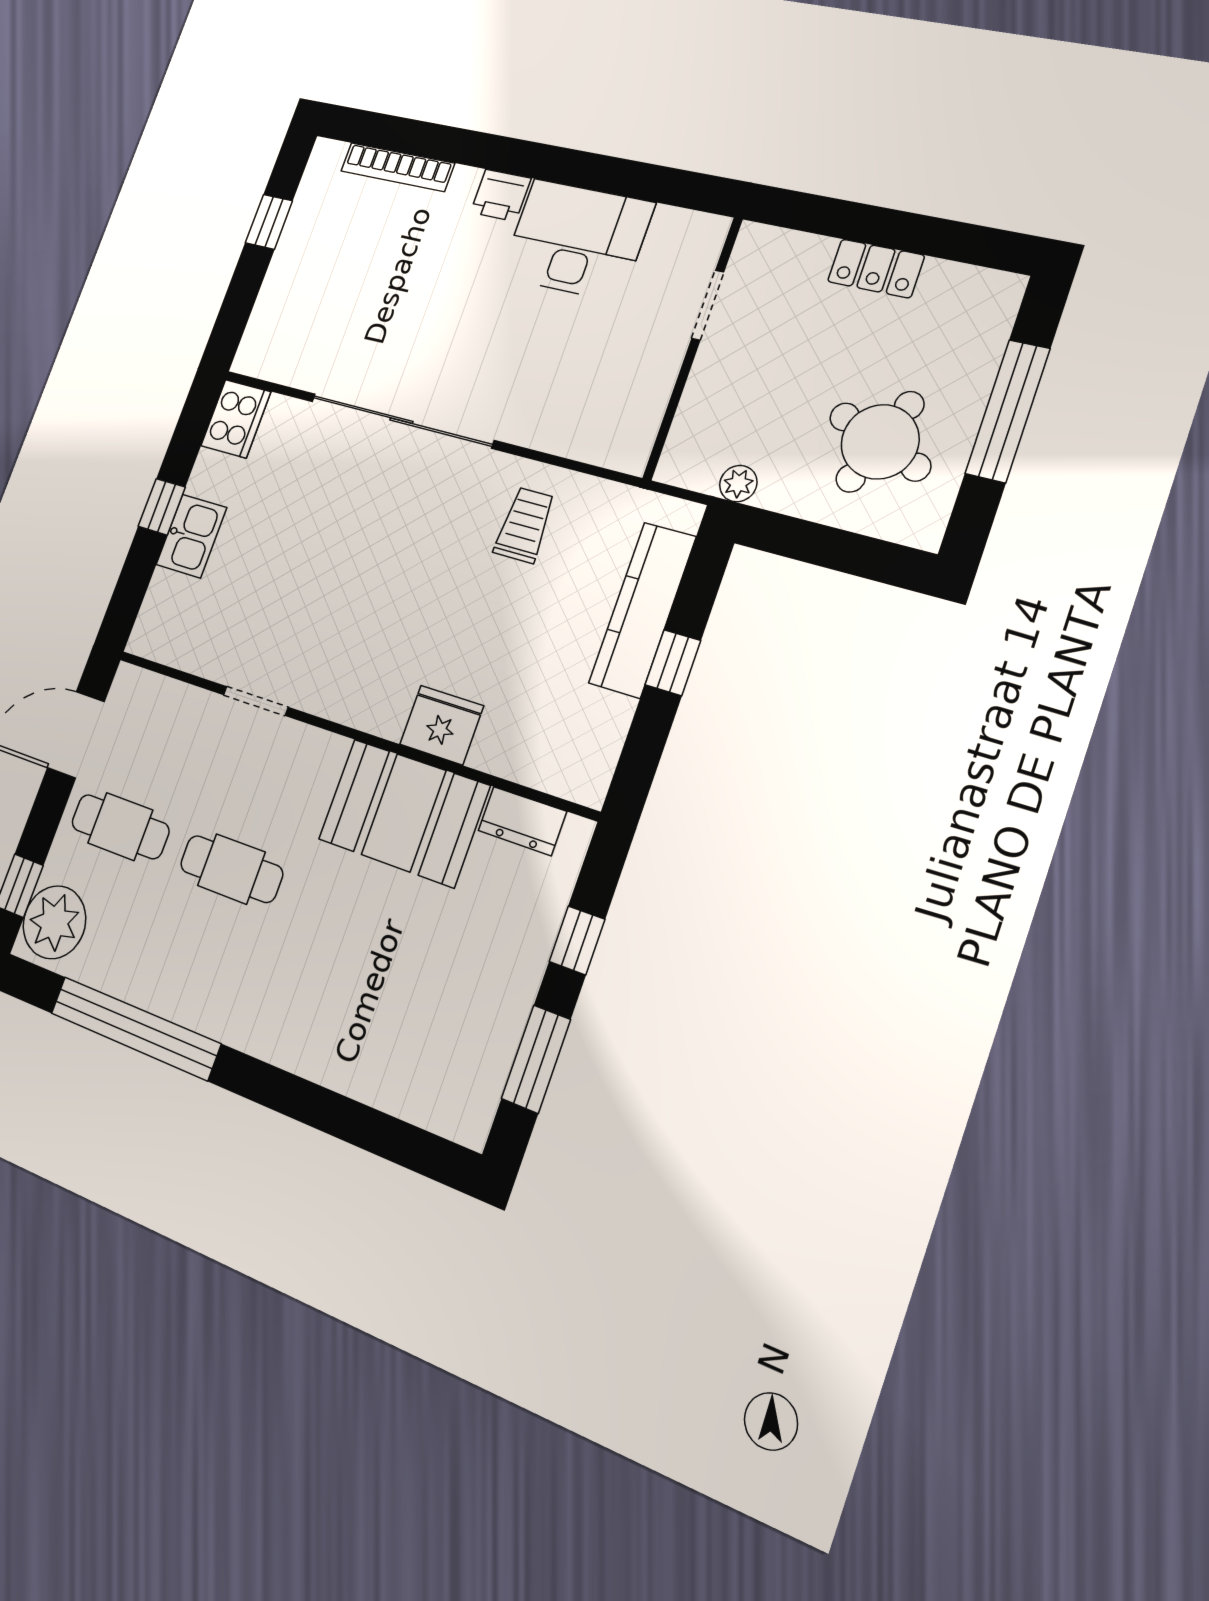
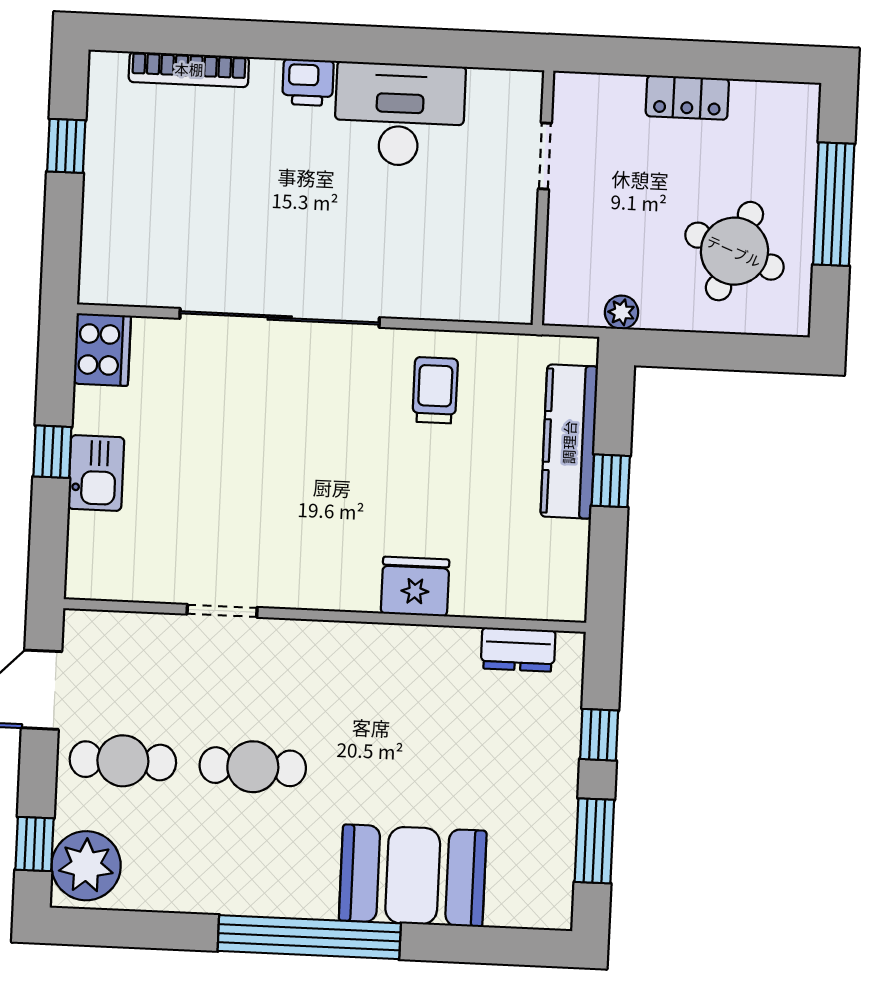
booth: (404, 813) -> (413, 876), moved
window: (135, 1028) -> (309, 937), moved

